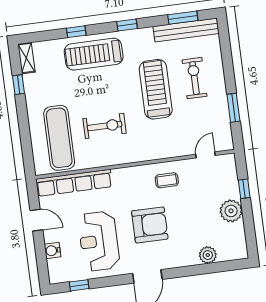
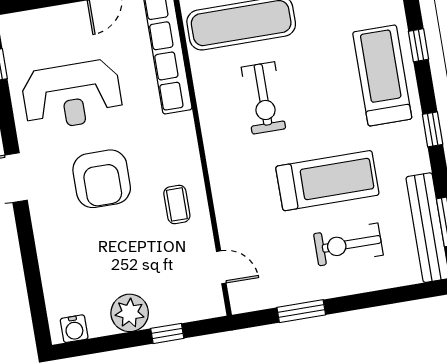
exercise bike: (194, 78) -> (348, 244), turned 180
reception desk: (99, 241) -> (72, 95), turned 180
water cooler: (52, 251) -> (74, 329), moved, turned 180
plant: (208, 255) -> (55, 277), removed

